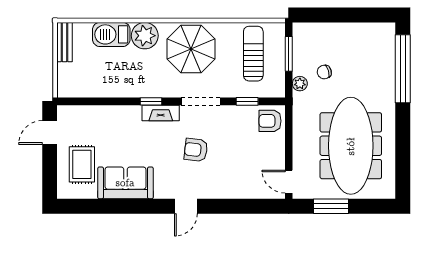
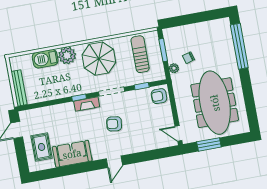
bench: (65, 42) -> (19, 88), moved, width x1.36

